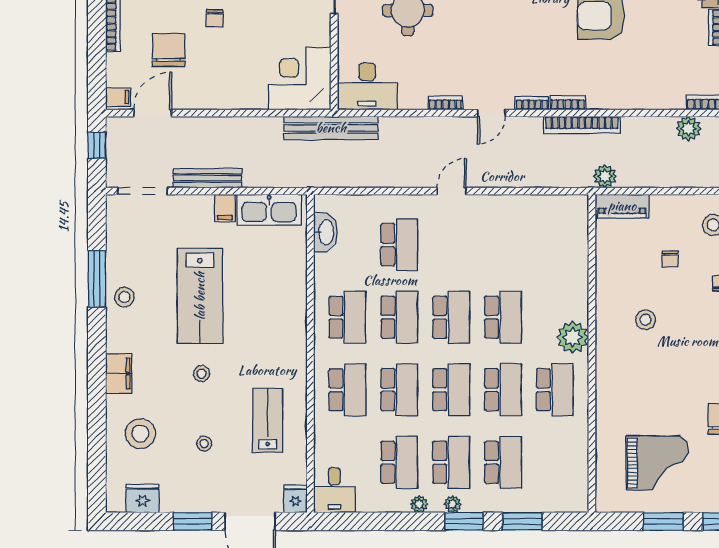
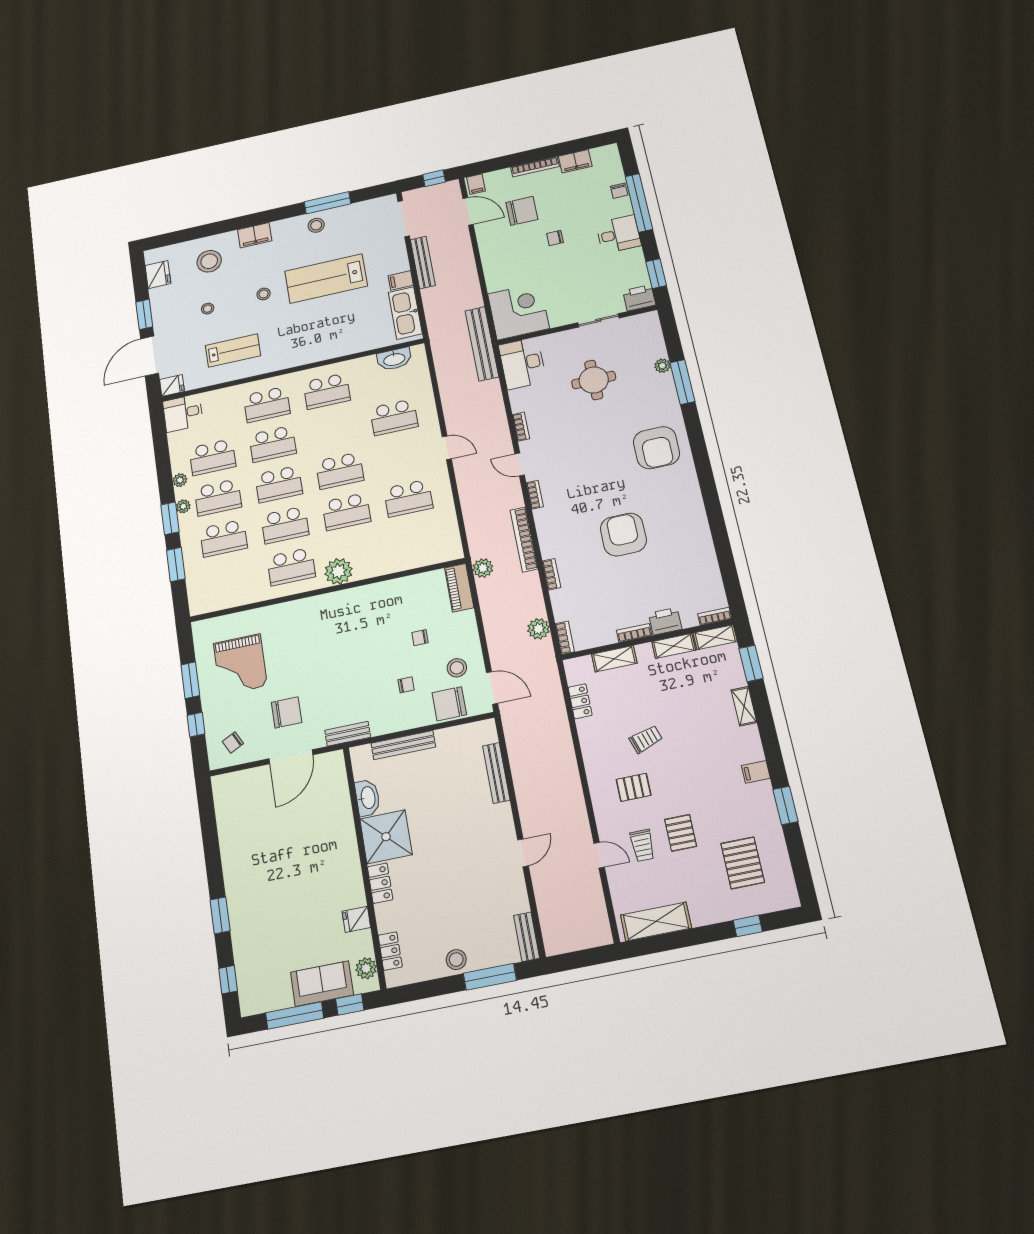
bookcase: (568, 103) -> (551, 574), moved
school desk: (399, 317) -> (408, 498), moved
stool: (646, 320) -> (363, 628), removed

